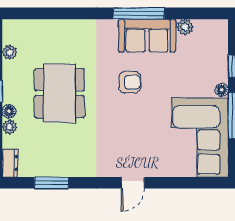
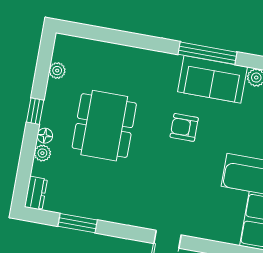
armchair: (130, 82) -> (184, 127), turned 180

